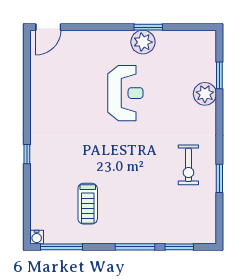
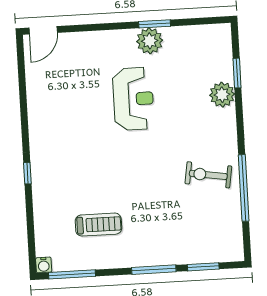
exercise bike: (188, 165) -> (208, 175), turned 99
window: (219, 178) -> (244, 188), width x2.11
treadmill: (88, 204) -> (98, 225), turned -90

